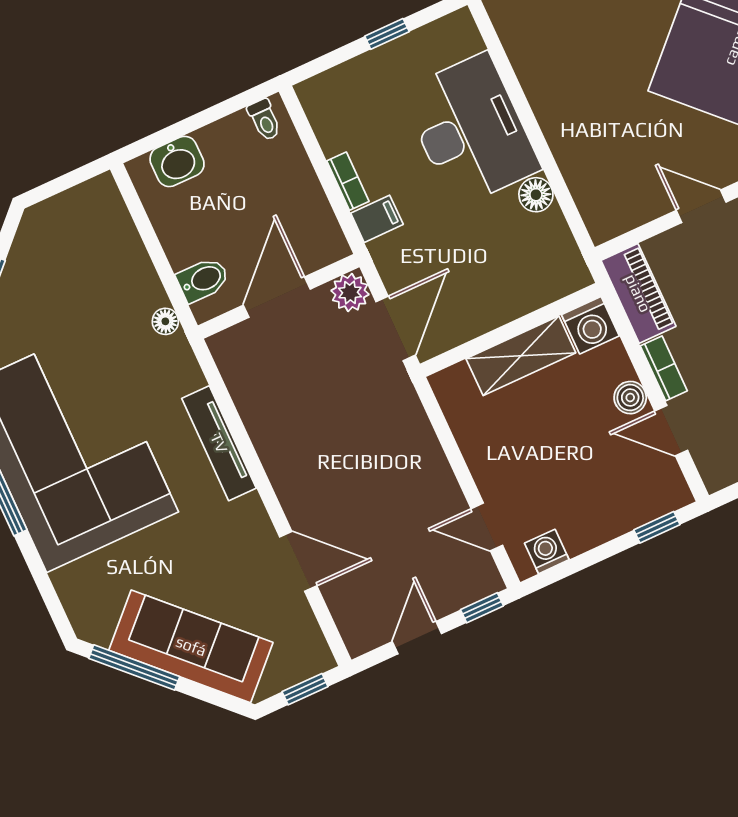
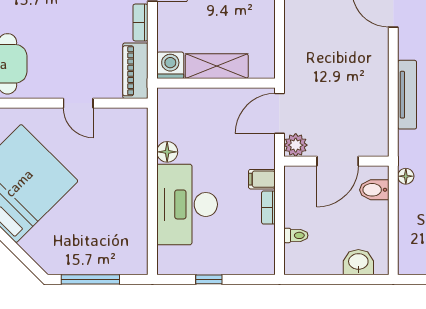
toilet: (264, 120) -> (296, 235), moved, turned 90
boiler: (630, 398) -> (167, 15), removed

